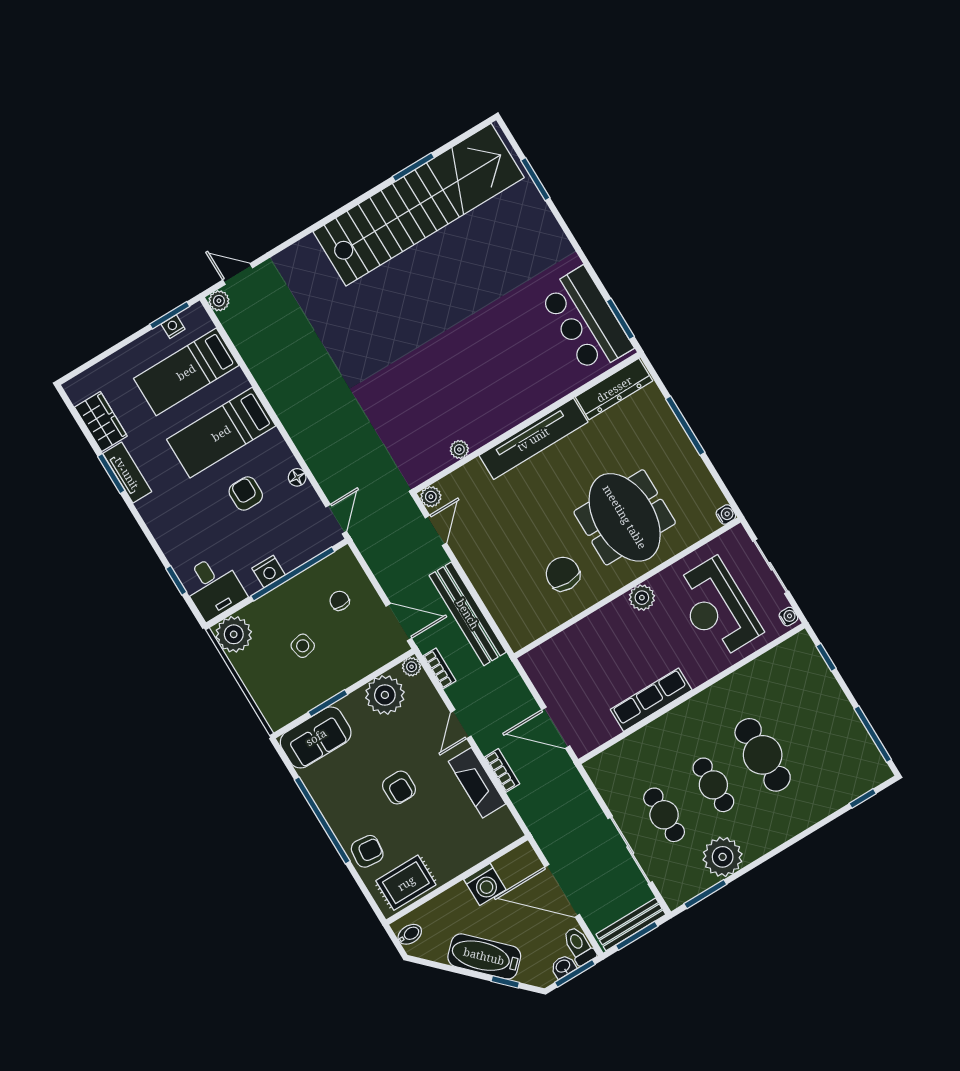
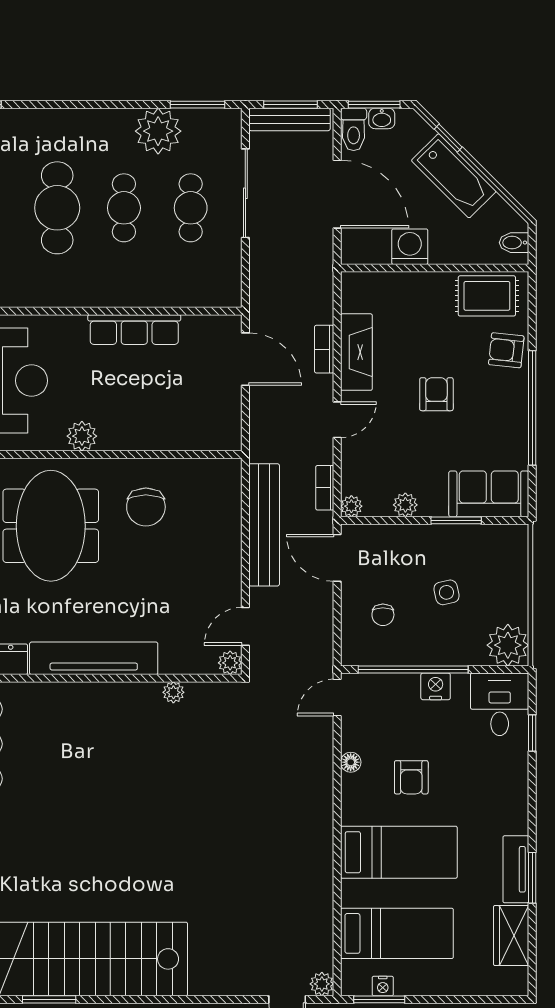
plant: (385, 695) -> (405, 505), width x0.53, depth x0.53

